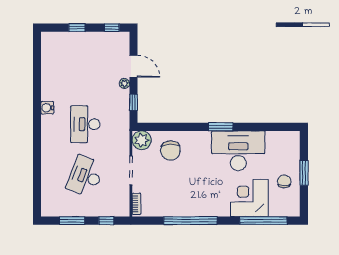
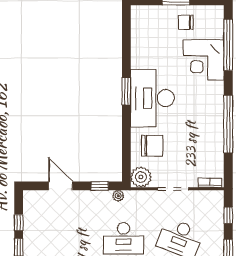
window: (112, 28) -> (19, 223), moved
door: (133, 66) -> (61, 186), hinge flipped
plant: (124, 84) -> (118, 196), moved
desk: (238, 151) -> (152, 98), moved

